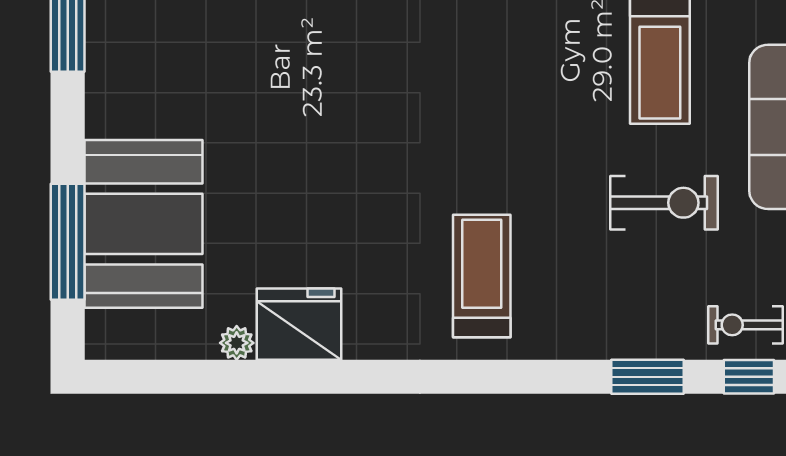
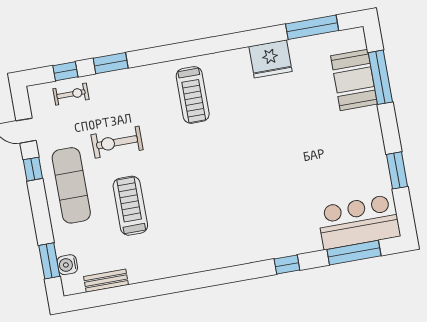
booth: (143, 224) -> (354, 80), width x0.73, depth x0.70
plant: (237, 343) -> (297, 46), removed
window: (197, 377) -> (312, 27), added

